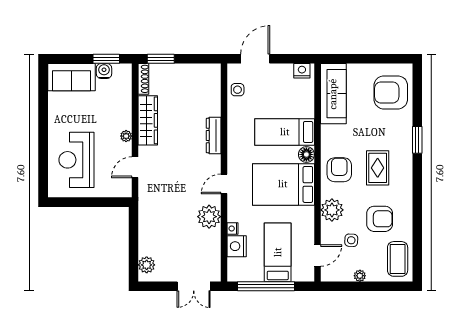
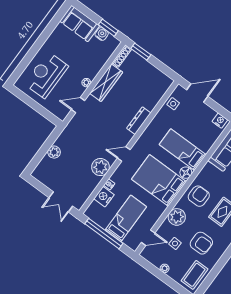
plant: (147, 265) -> (54, 152), moved

